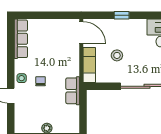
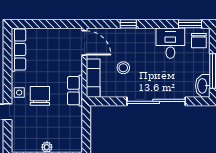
chair: (41, 81) -> (40, 96), width x1.87, depth x1.87
row of seats: (73, 91) -> (75, 91), moved

